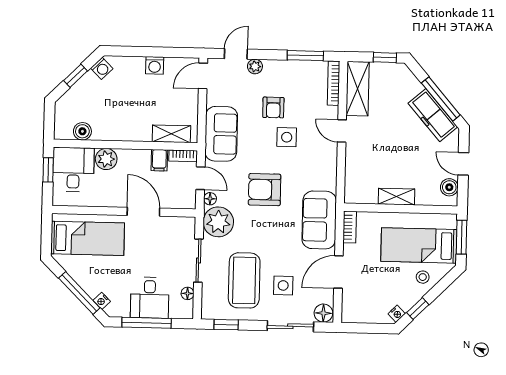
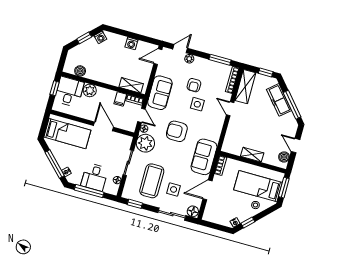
freezer: (433, 115) -> (279, 100), moved

